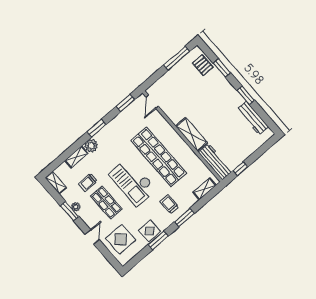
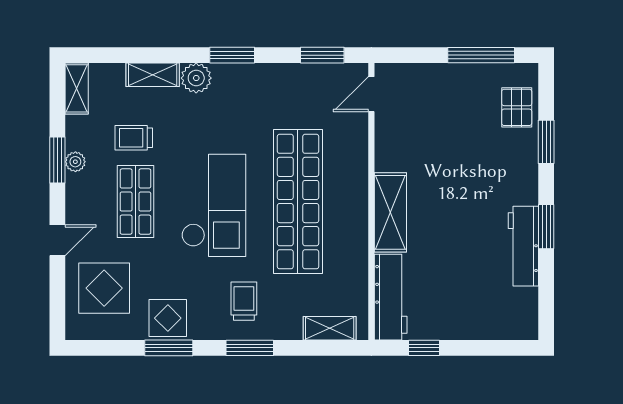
workbench: (253, 118) -> (523, 246), moved
checkout: (133, 182) -> (214, 205), turned 180

